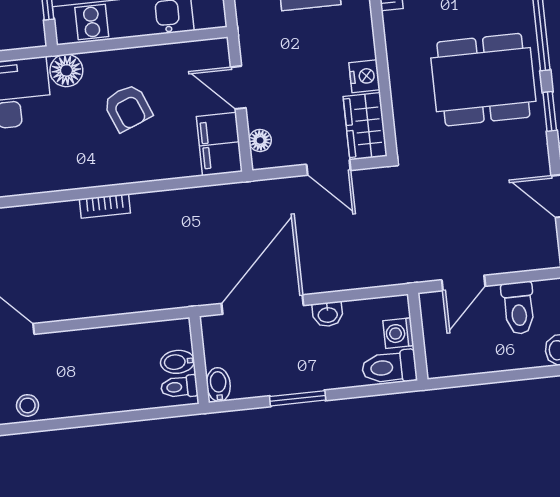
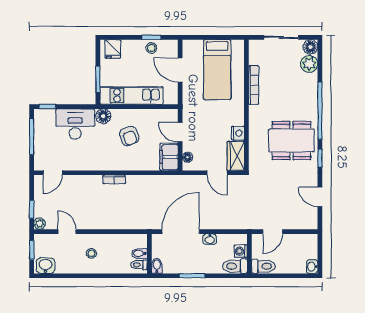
toilet: (519, 308) -> (263, 266), moved, turned -90
stool: (28, 405) -> (91, 253), moved

